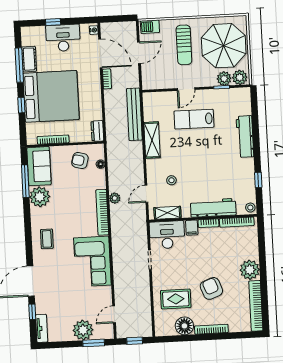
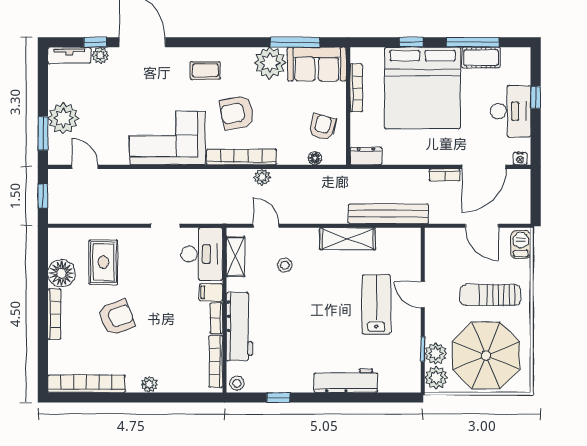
armchair: (73, 217) -> (237, 113), added
plant: (250, 270) -> (149, 384), width x0.53, depth x0.53
plant: (41, 308) -> (100, 55), added

